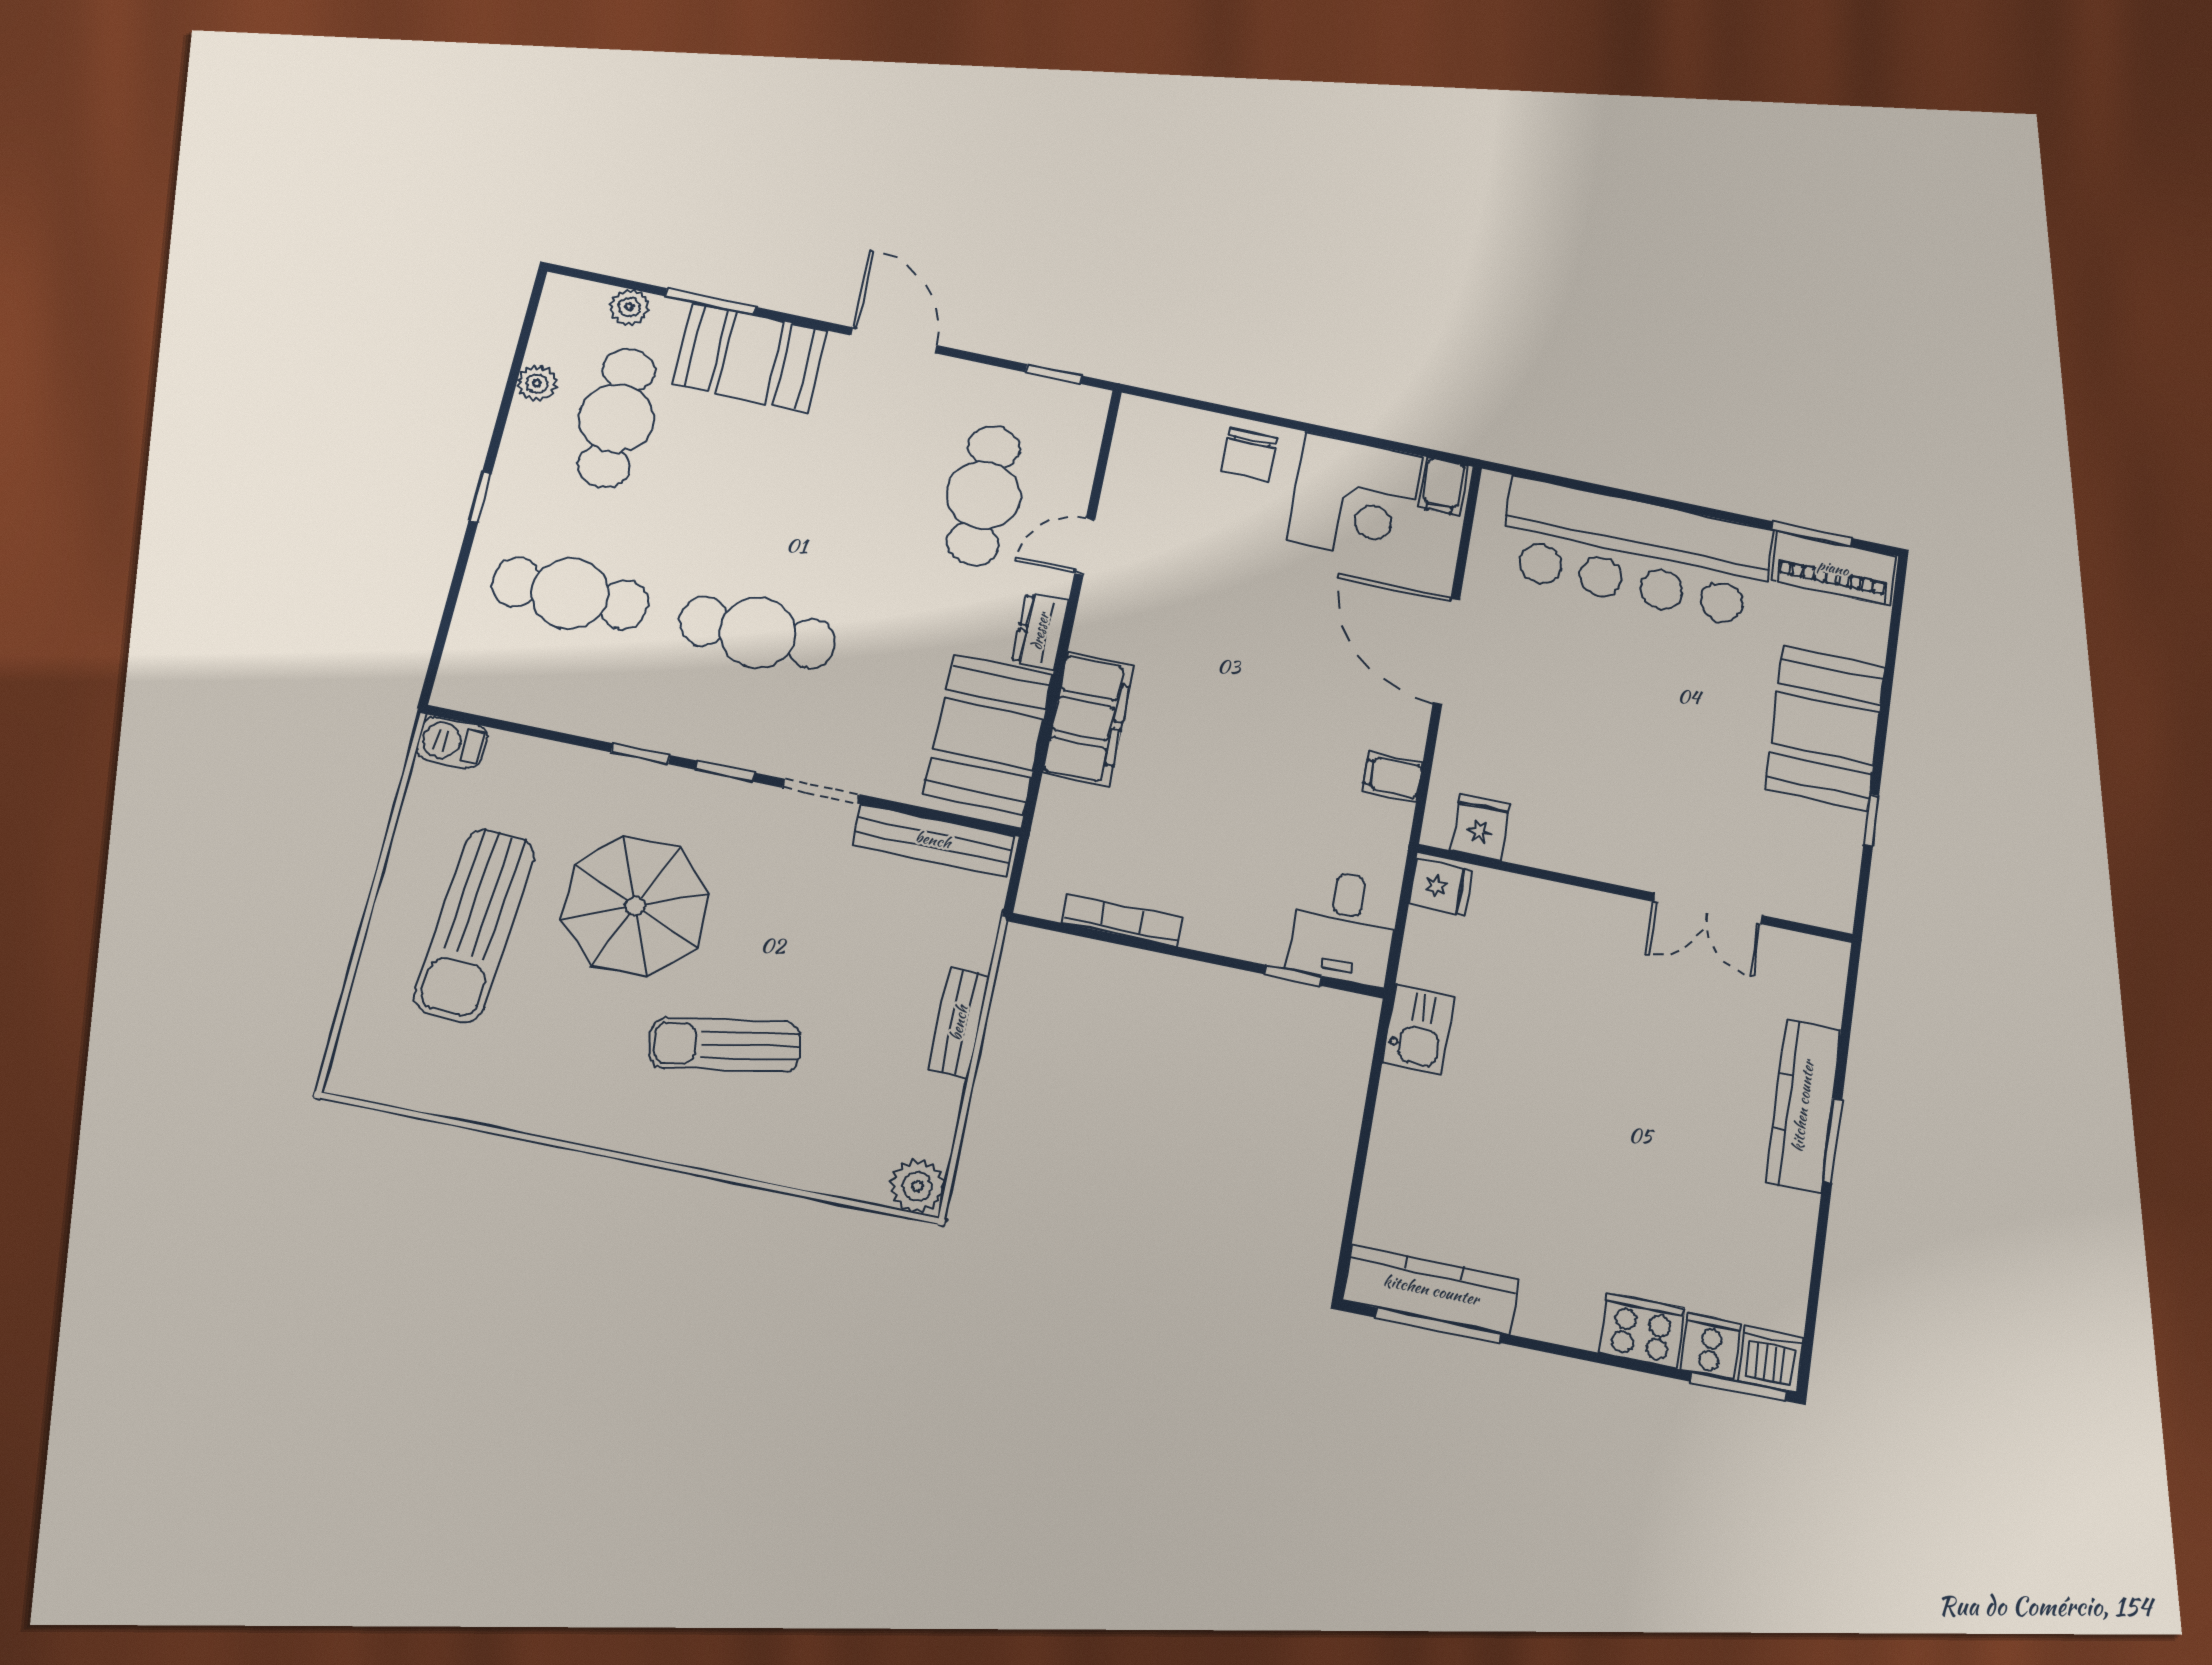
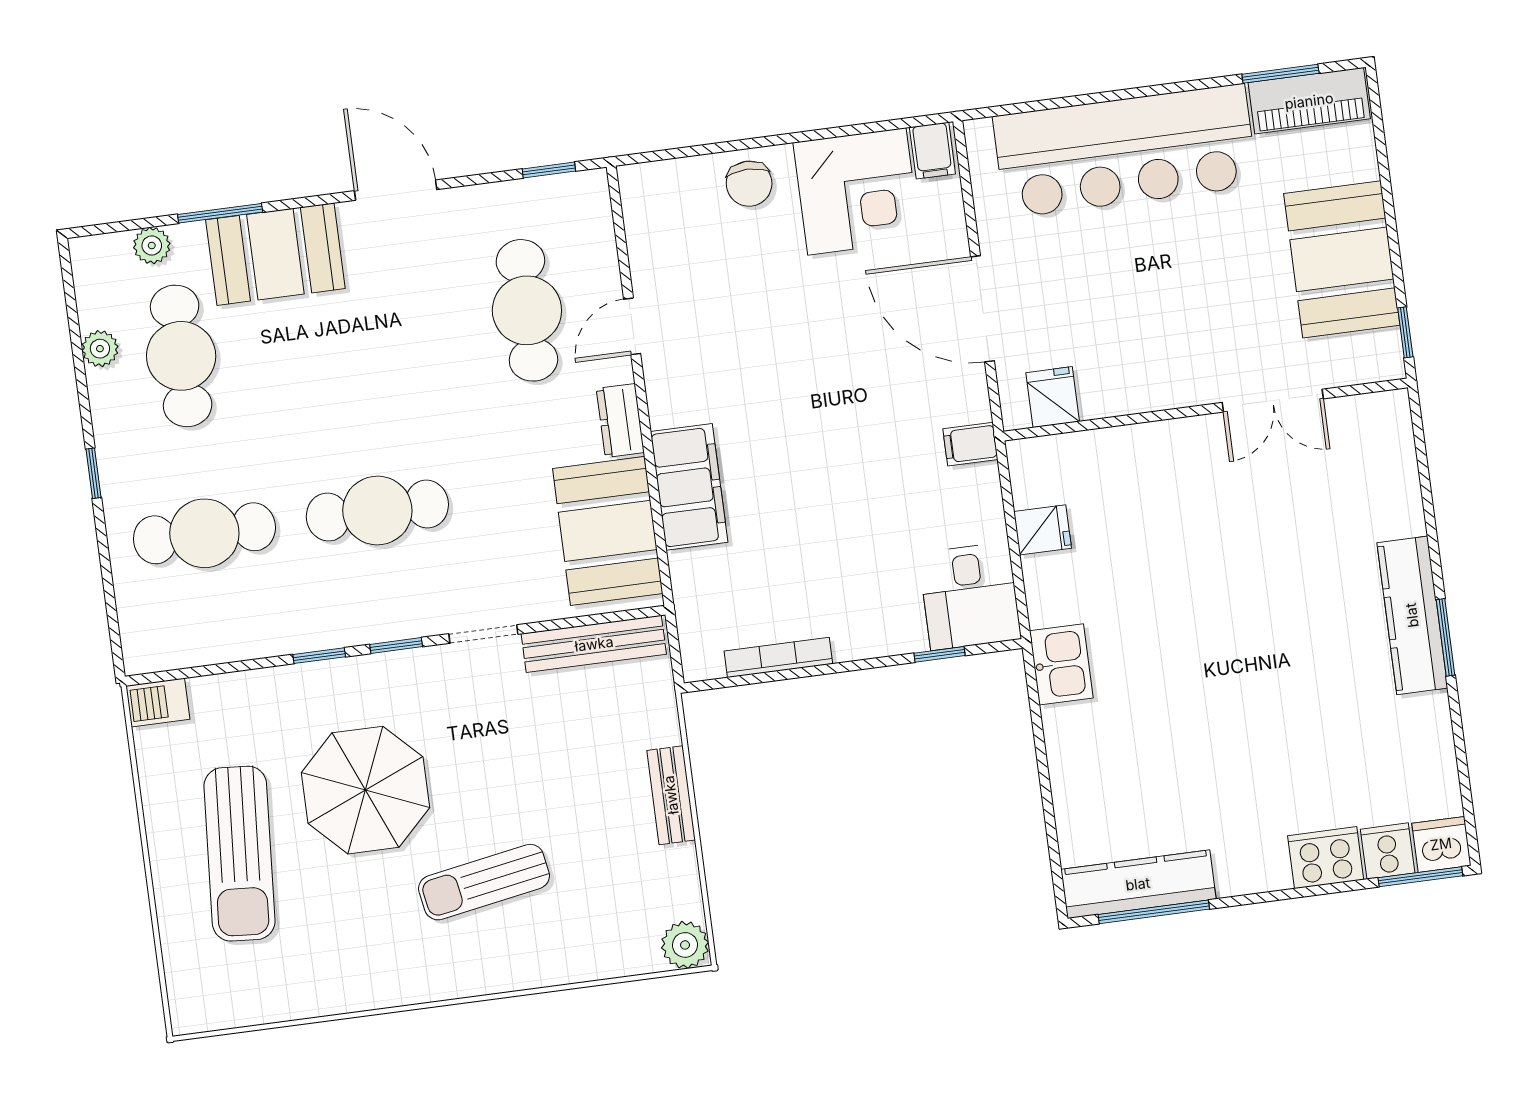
fridge: (1481, 827) -> (1053, 397), moved
wall: (1635, 893) -> (1206, 409), moved
double door: (1708, 908) -> (1273, 401), moved

